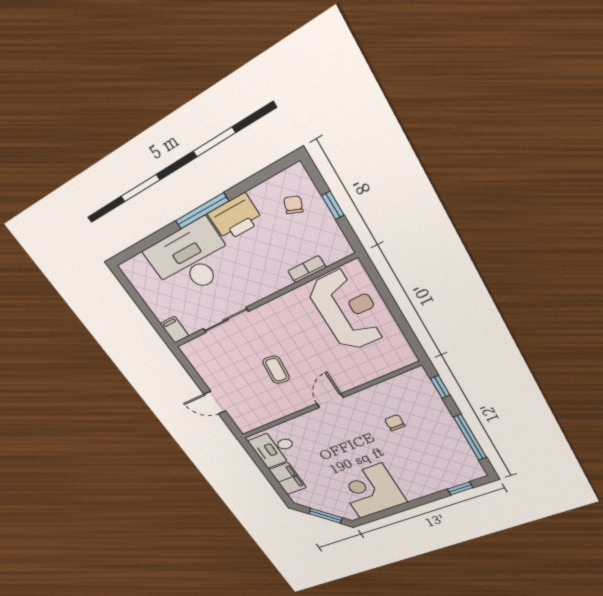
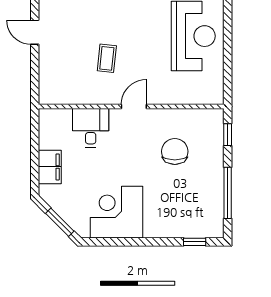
door: (215, 403) -> (35, 32), moved
chair: (395, 423) -> (175, 151), width x1.87, depth x1.87
desk: (274, 448) -> (91, 128), moved, turned 90

